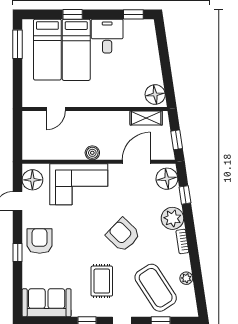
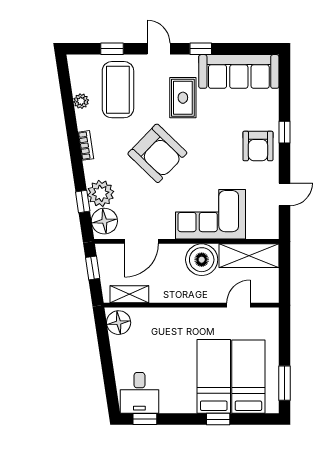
desk: (107, 36) -> (139, 393), moved
shelving: (47, 150) -> (249, 256), added
boiler: (92, 153) -> (202, 260), width x1.86, depth x1.86
floor lamp: (32, 180) -> (266, 220), removed
plant: (172, 218) -> (101, 193), moved
armchair: (123, 235) -> (157, 153), width x1.36, depth x1.36
coffee table: (156, 288) -> (118, 90), turned 33
sofa: (47, 303) -> (239, 71), width x1.36

